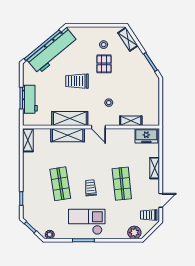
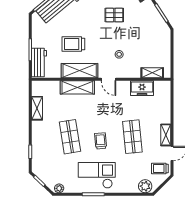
pallet: (104, 64) -> (114, 15), turned 90
trolley: (77, 81) -> (73, 44), moved
workbench: (30, 99) -> (39, 63), moved
shelving: (131, 121) -> (152, 73), moved
freezer: (146, 136) -> (142, 88), moved
shelving: (28, 140) -> (37, 108), moved
shelving: (155, 168) -> (166, 135), moved

